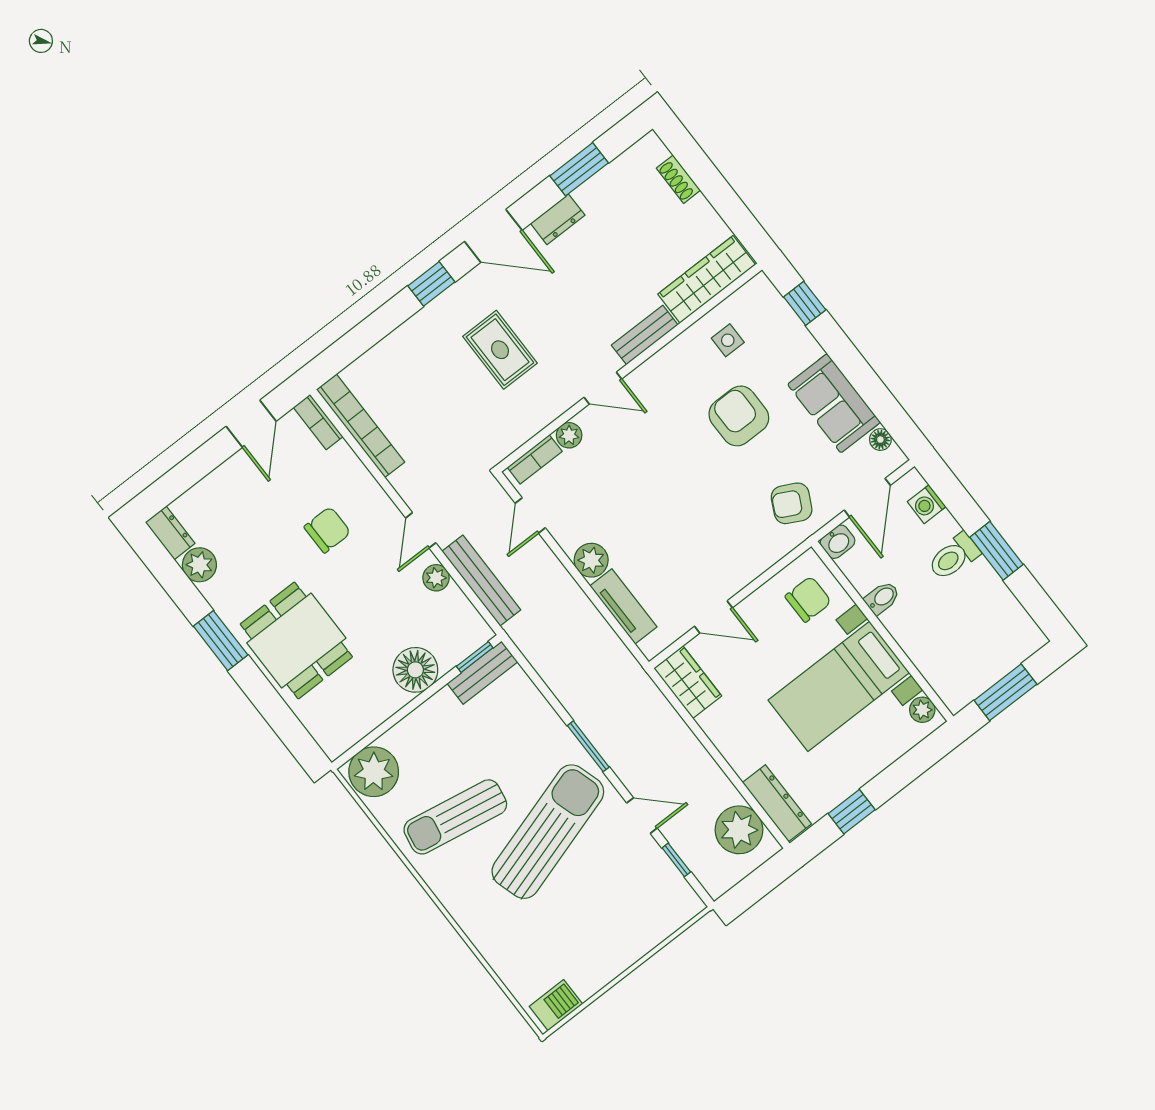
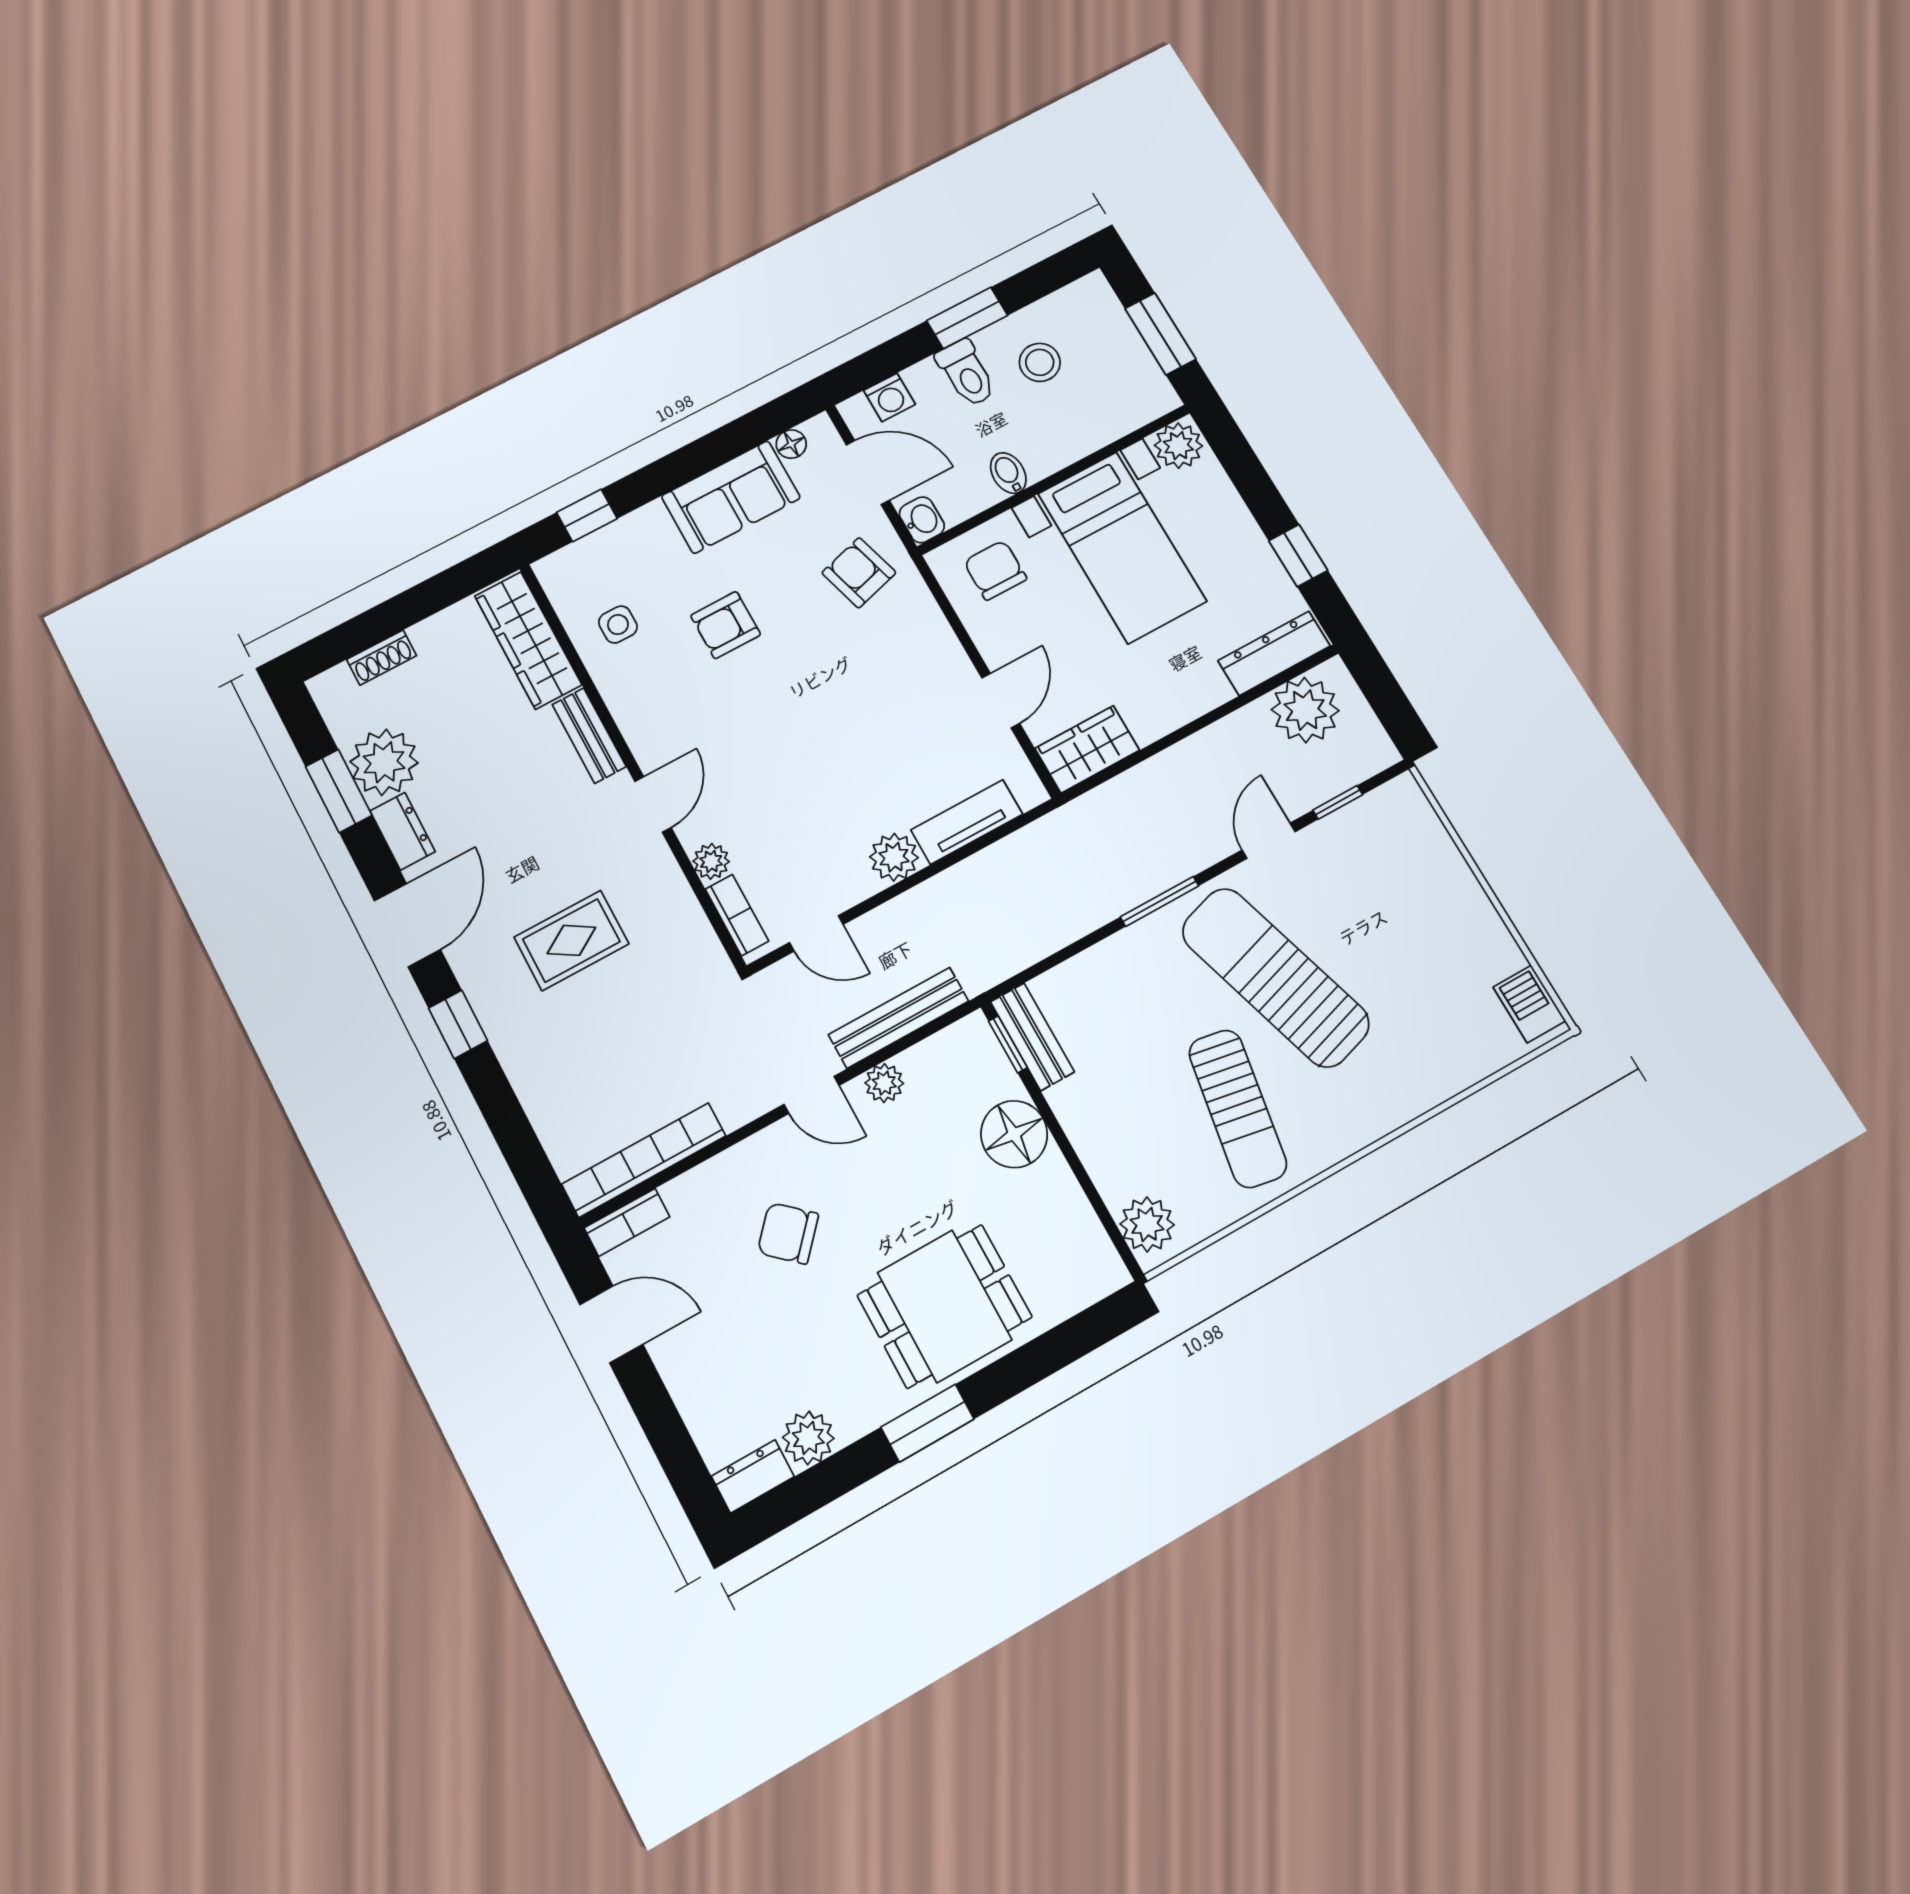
plant: (604, 196) -> (384, 762), added
armchair: (739, 416) -> (726, 625), width x0.72, depth x0.72
armchair: (792, 503) -> (859, 573), turned 137
chair: (327, 530) -> (788, 1233), turned -48
stool: (970, 608) -> (1040, 362), added
plant: (922, 710) -> (1178, 446), width x1.38, depth x1.38
plant: (374, 772) -> (1147, 1224), width x0.73, depth x0.73

